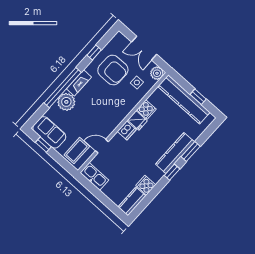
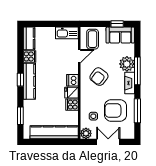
window: (94, 53) -> (137, 111), width x2.17
window: (63, 88) -> (137, 71), width x0.68
window: (198, 97) -> (47, 142), removed
armchair: (101, 113) -> (99, 77), added
window: (191, 152) -> (20, 116), moved
kitchen counter: (175, 153) -> (29, 81), moved

